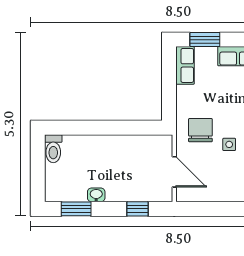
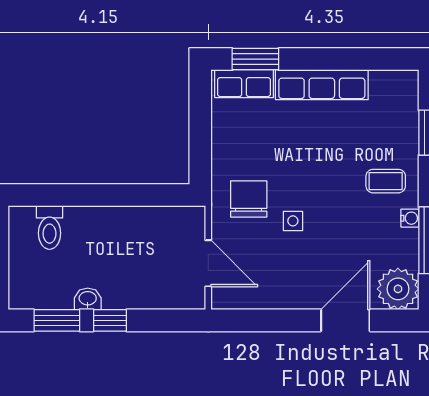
row of seats: (185, 65) -> (244, 84), moved, turned 90
toilet: (53, 149) -> (50, 227), moved
window: (137, 209) -> (110, 320), moved

